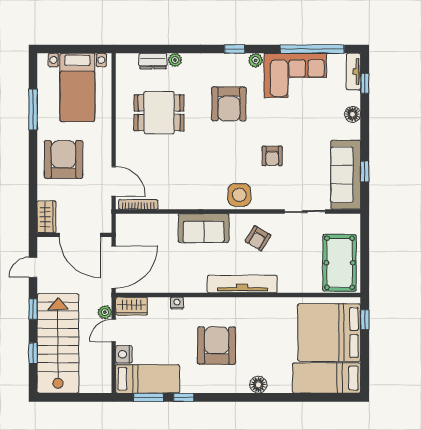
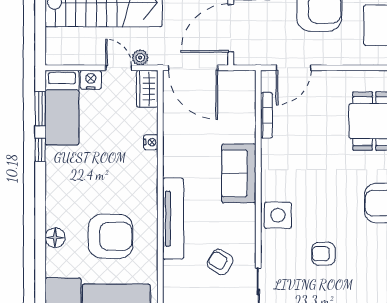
bookcase: (138, 204) -> (266, 115), moved
armchair: (258, 238) -> (220, 262), moved
armchair: (217, 346) -> (111, 236), moved

